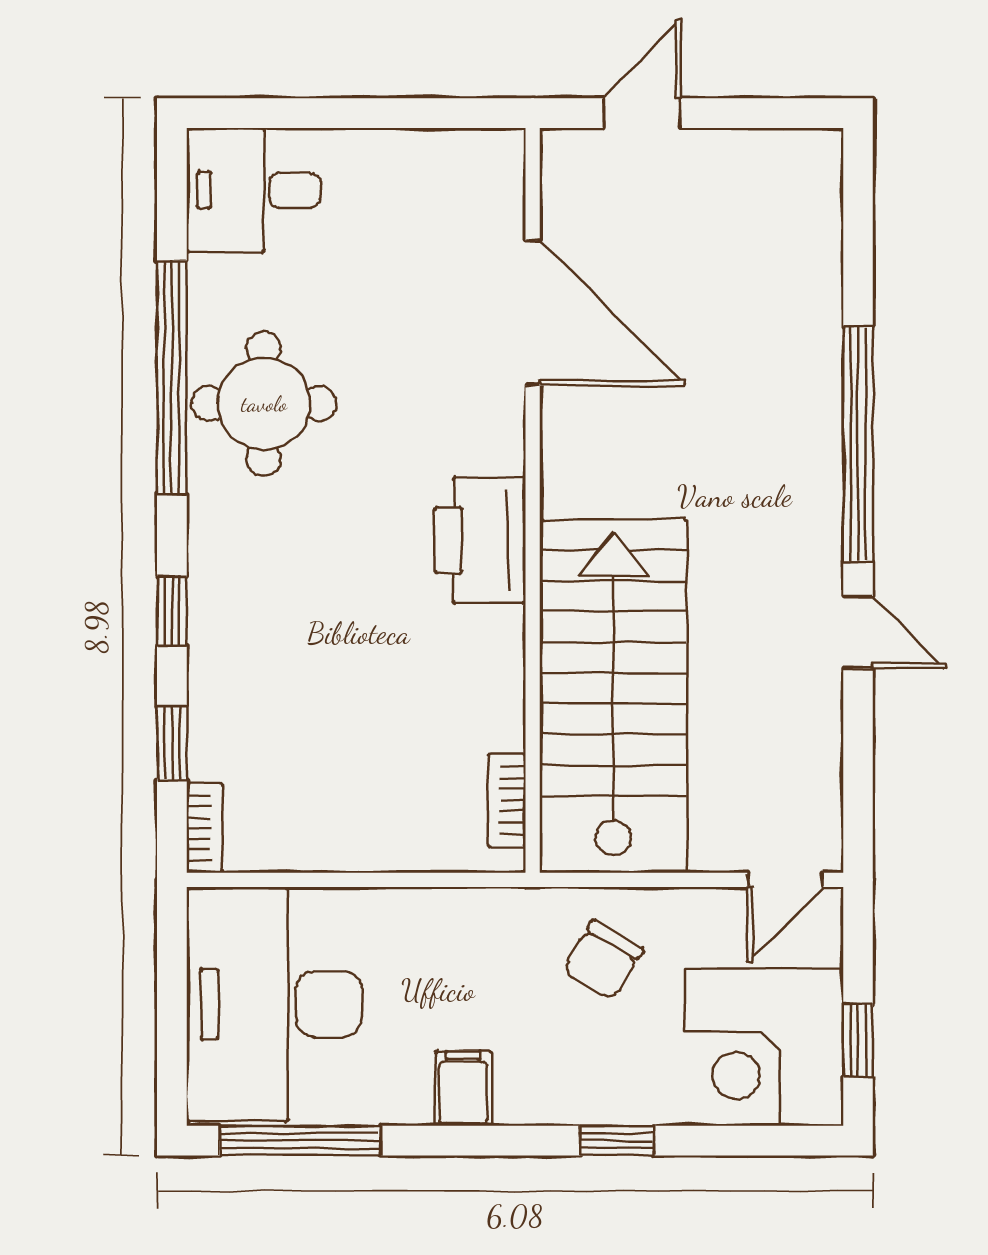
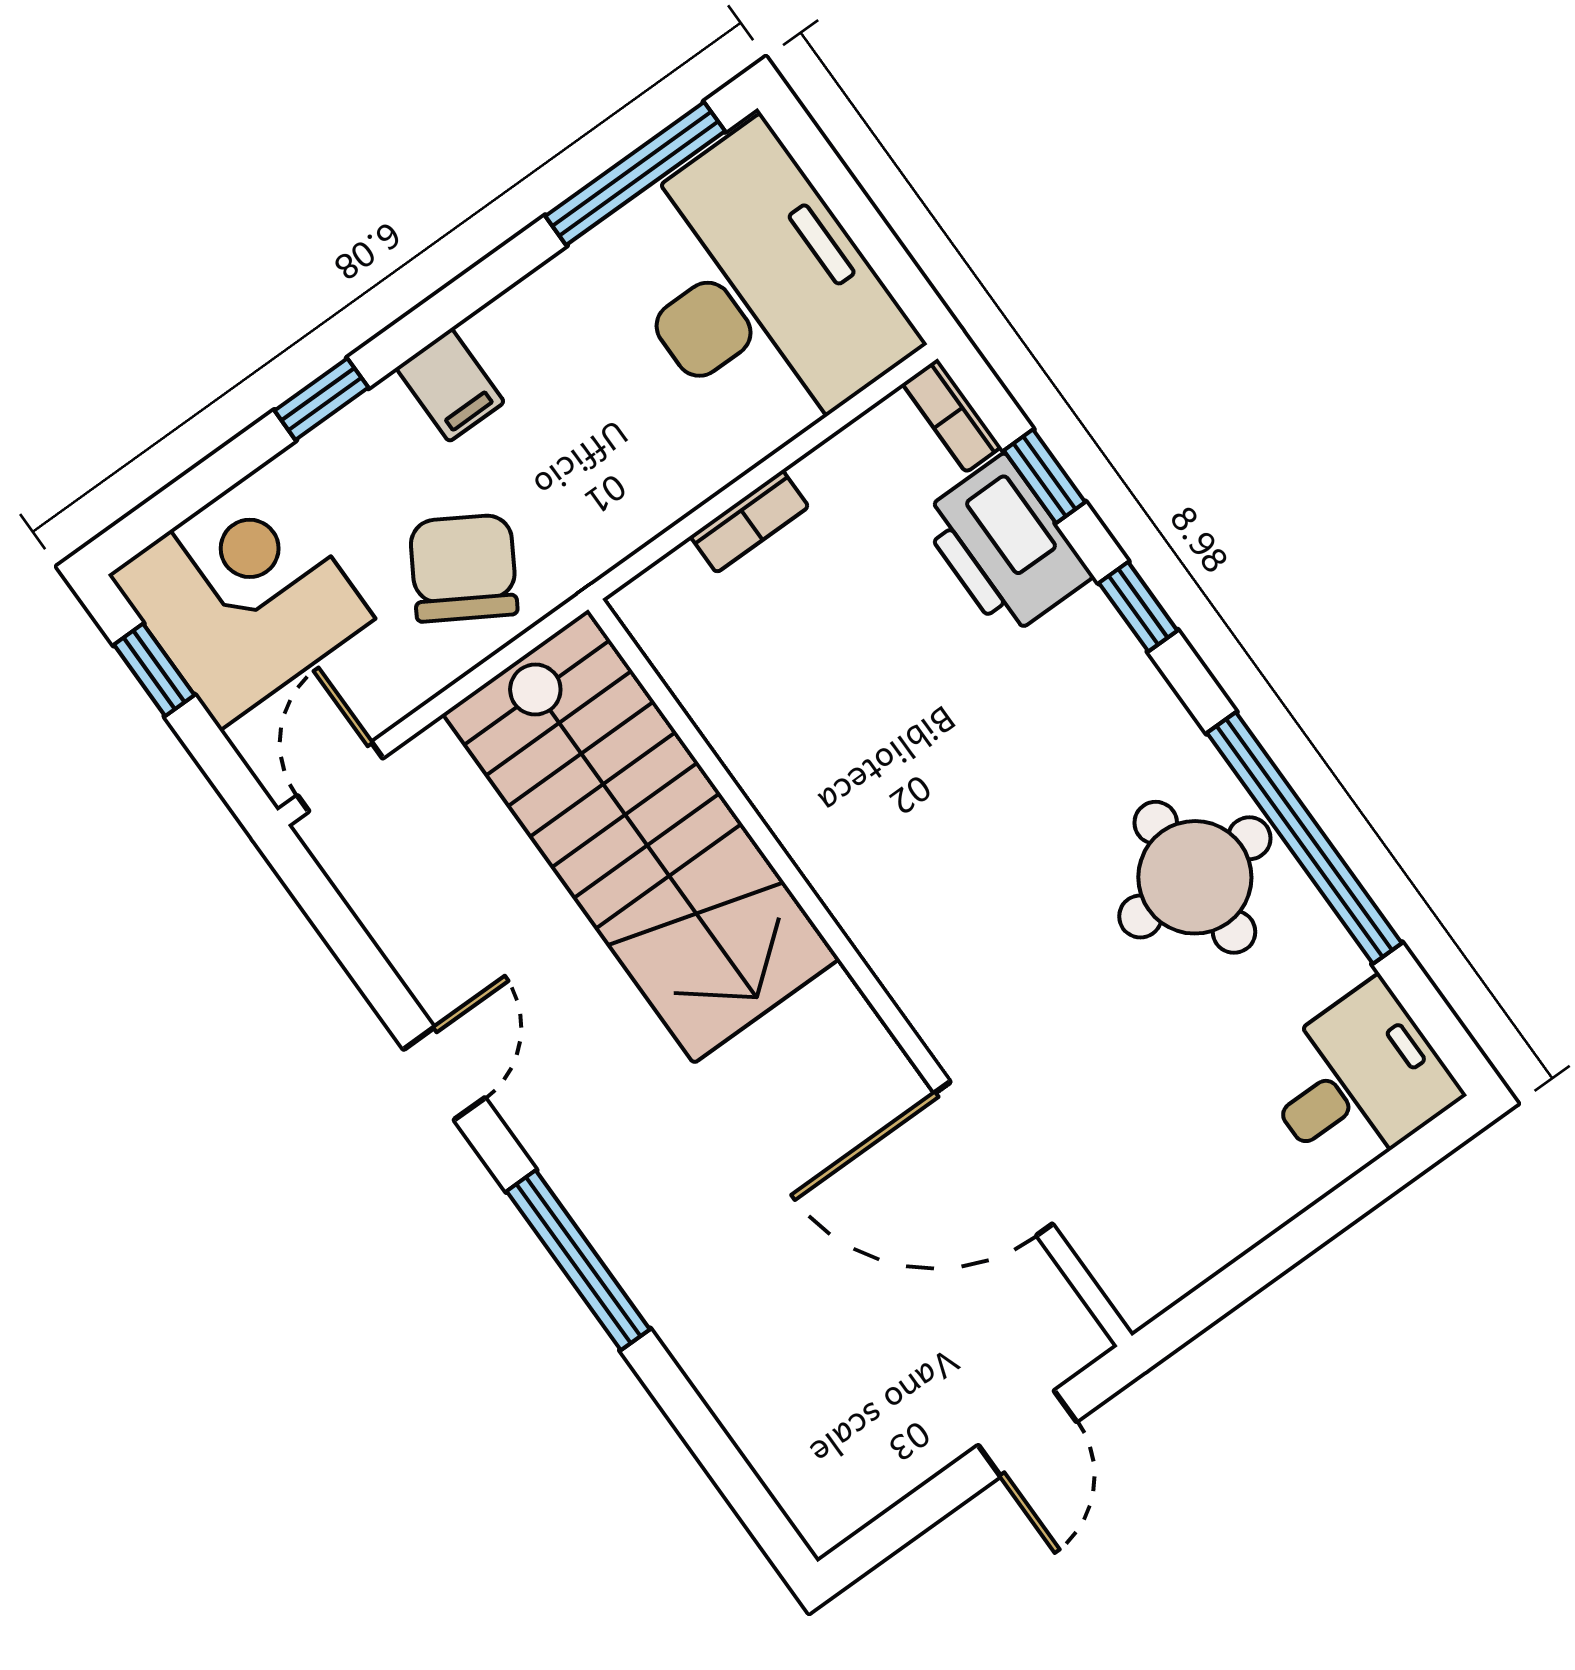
window: (858, 444) -> (578, 1260), width x0.68
printer: (480, 540) -> (1005, 546), moved, turned 180
door: (858, 632) -> (444, 1074), swing flipped
bookcase: (507, 800) -> (749, 521), moved, turned 90
chair: (603, 960) -> (463, 568), width x1.37, depth x1.37
filing cabinet: (463, 1088) -> (450, 385), moved

